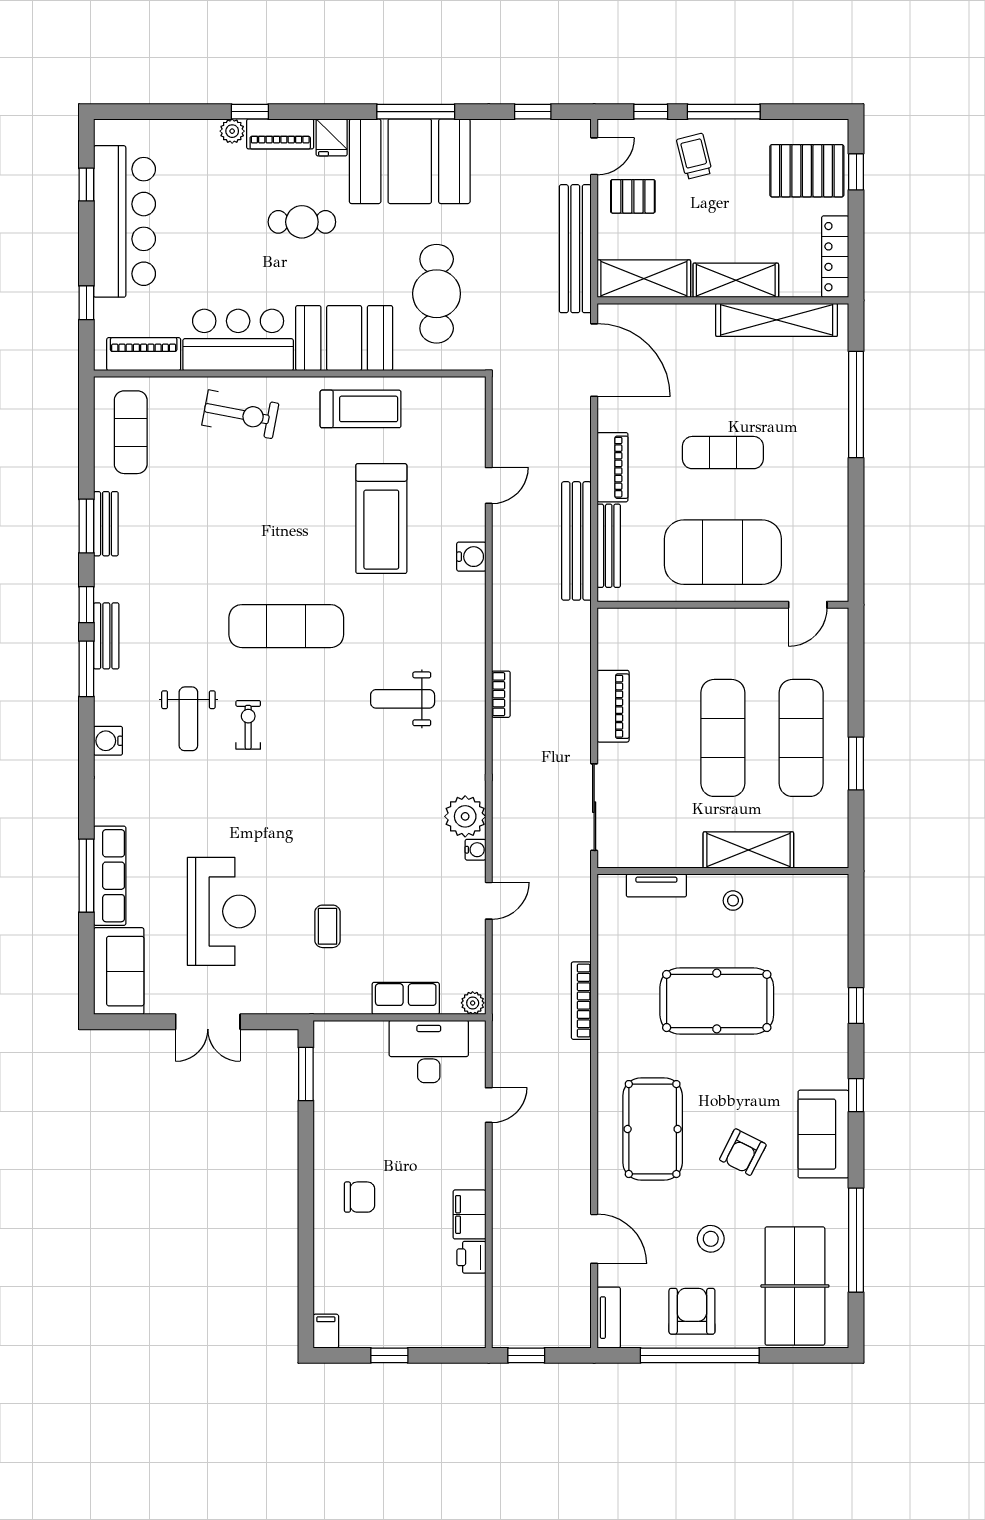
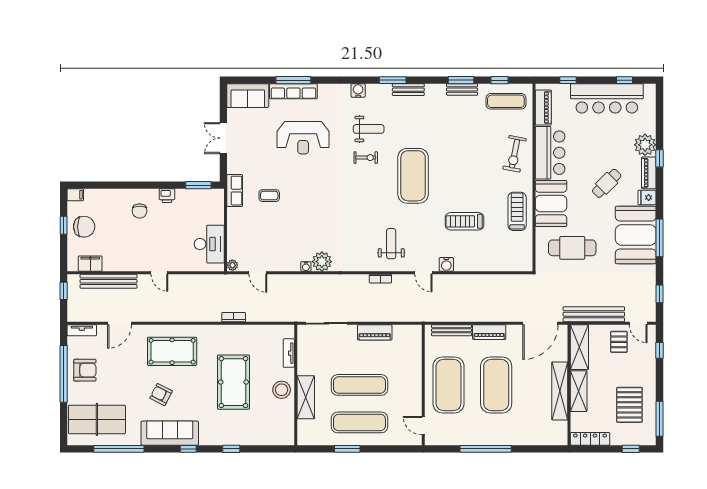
window: (724, 112) -> (659, 419), moved
plant: (232, 131) -> (645, 145), width x1.88, depth x1.88
trolley: (694, 156) -> (638, 371), removed
pallet: (807, 171) -> (629, 405), moved
cafe table: (302, 222) -> (607, 183), turned 45
shelving: (777, 320) -> (560, 391), moved
window: (856, 405) -> (486, 449), moved
treadmill: (361, 409) -> (517, 211), turned 180
exercise mat: (723, 453) -> (496, 385), width x2.00, depth x1.45
door: (489, 485) -> (423, 273), moved
treadmill: (381, 519) -> (465, 221), width x0.73, depth x0.73
bench: (576, 541) -> (109, 281), moved
window: (86, 605) -> (500, 80), moved
exercise mat: (286, 626) -> (413, 176), width x1.47
weight bench: (403, 699) -> (391, 244), moved
weight bench: (188, 719) -> (369, 129), turned 180
door: (489, 901) -> (258, 273), moved
stool: (733, 901) -> (282, 390), width x1.89, depth x1.89
reception desk: (221, 911) -> (303, 138), moved
row of seats: (406, 998) -> (235, 191), moved
bookcase: (581, 1001) -> (234, 317), width x0.64
door: (489, 1105) -> (159, 273), moved
sofa: (823, 1134) -> (170, 433), width x1.36
filing cabinet: (469, 1214) -> (90, 264), moved
stool: (711, 1239) -> (120, 379), removed
printer: (471, 1257) -> (167, 196), moved, turned 180
chair: (392, 1313) -> (84, 227), added

